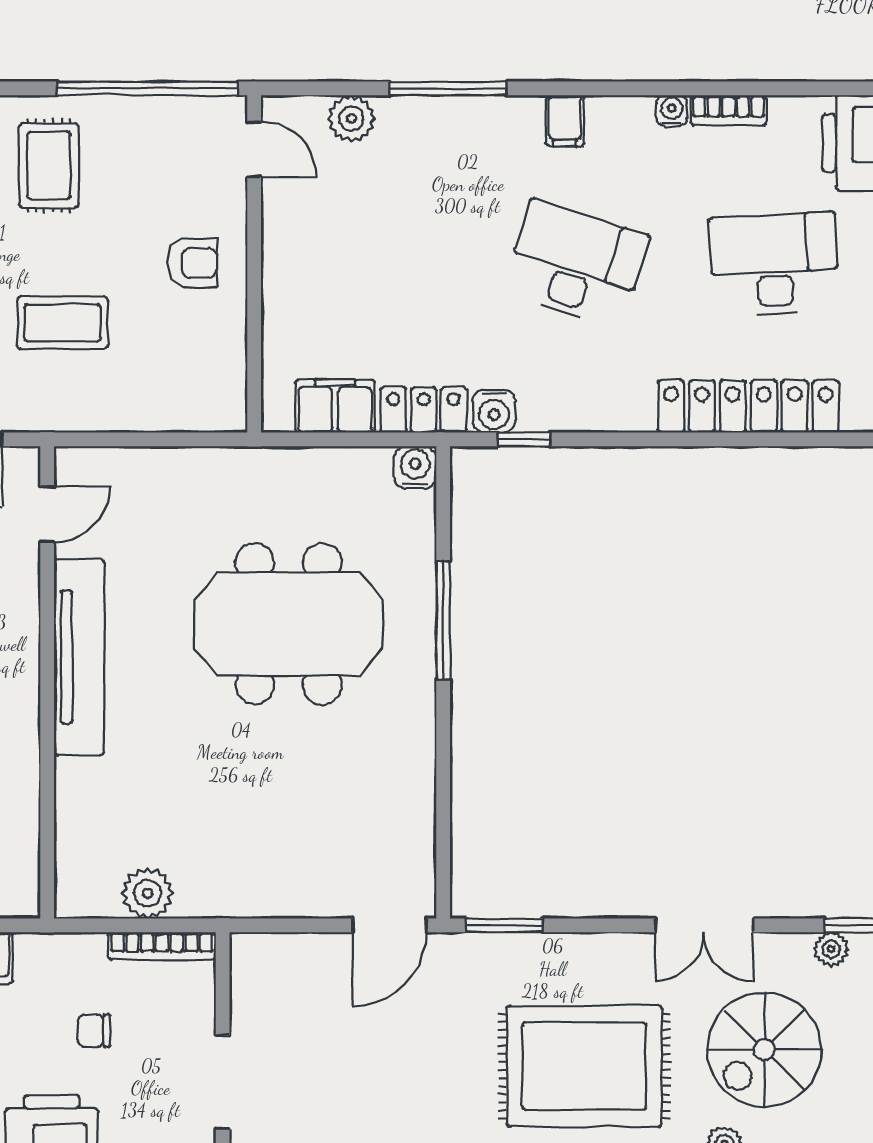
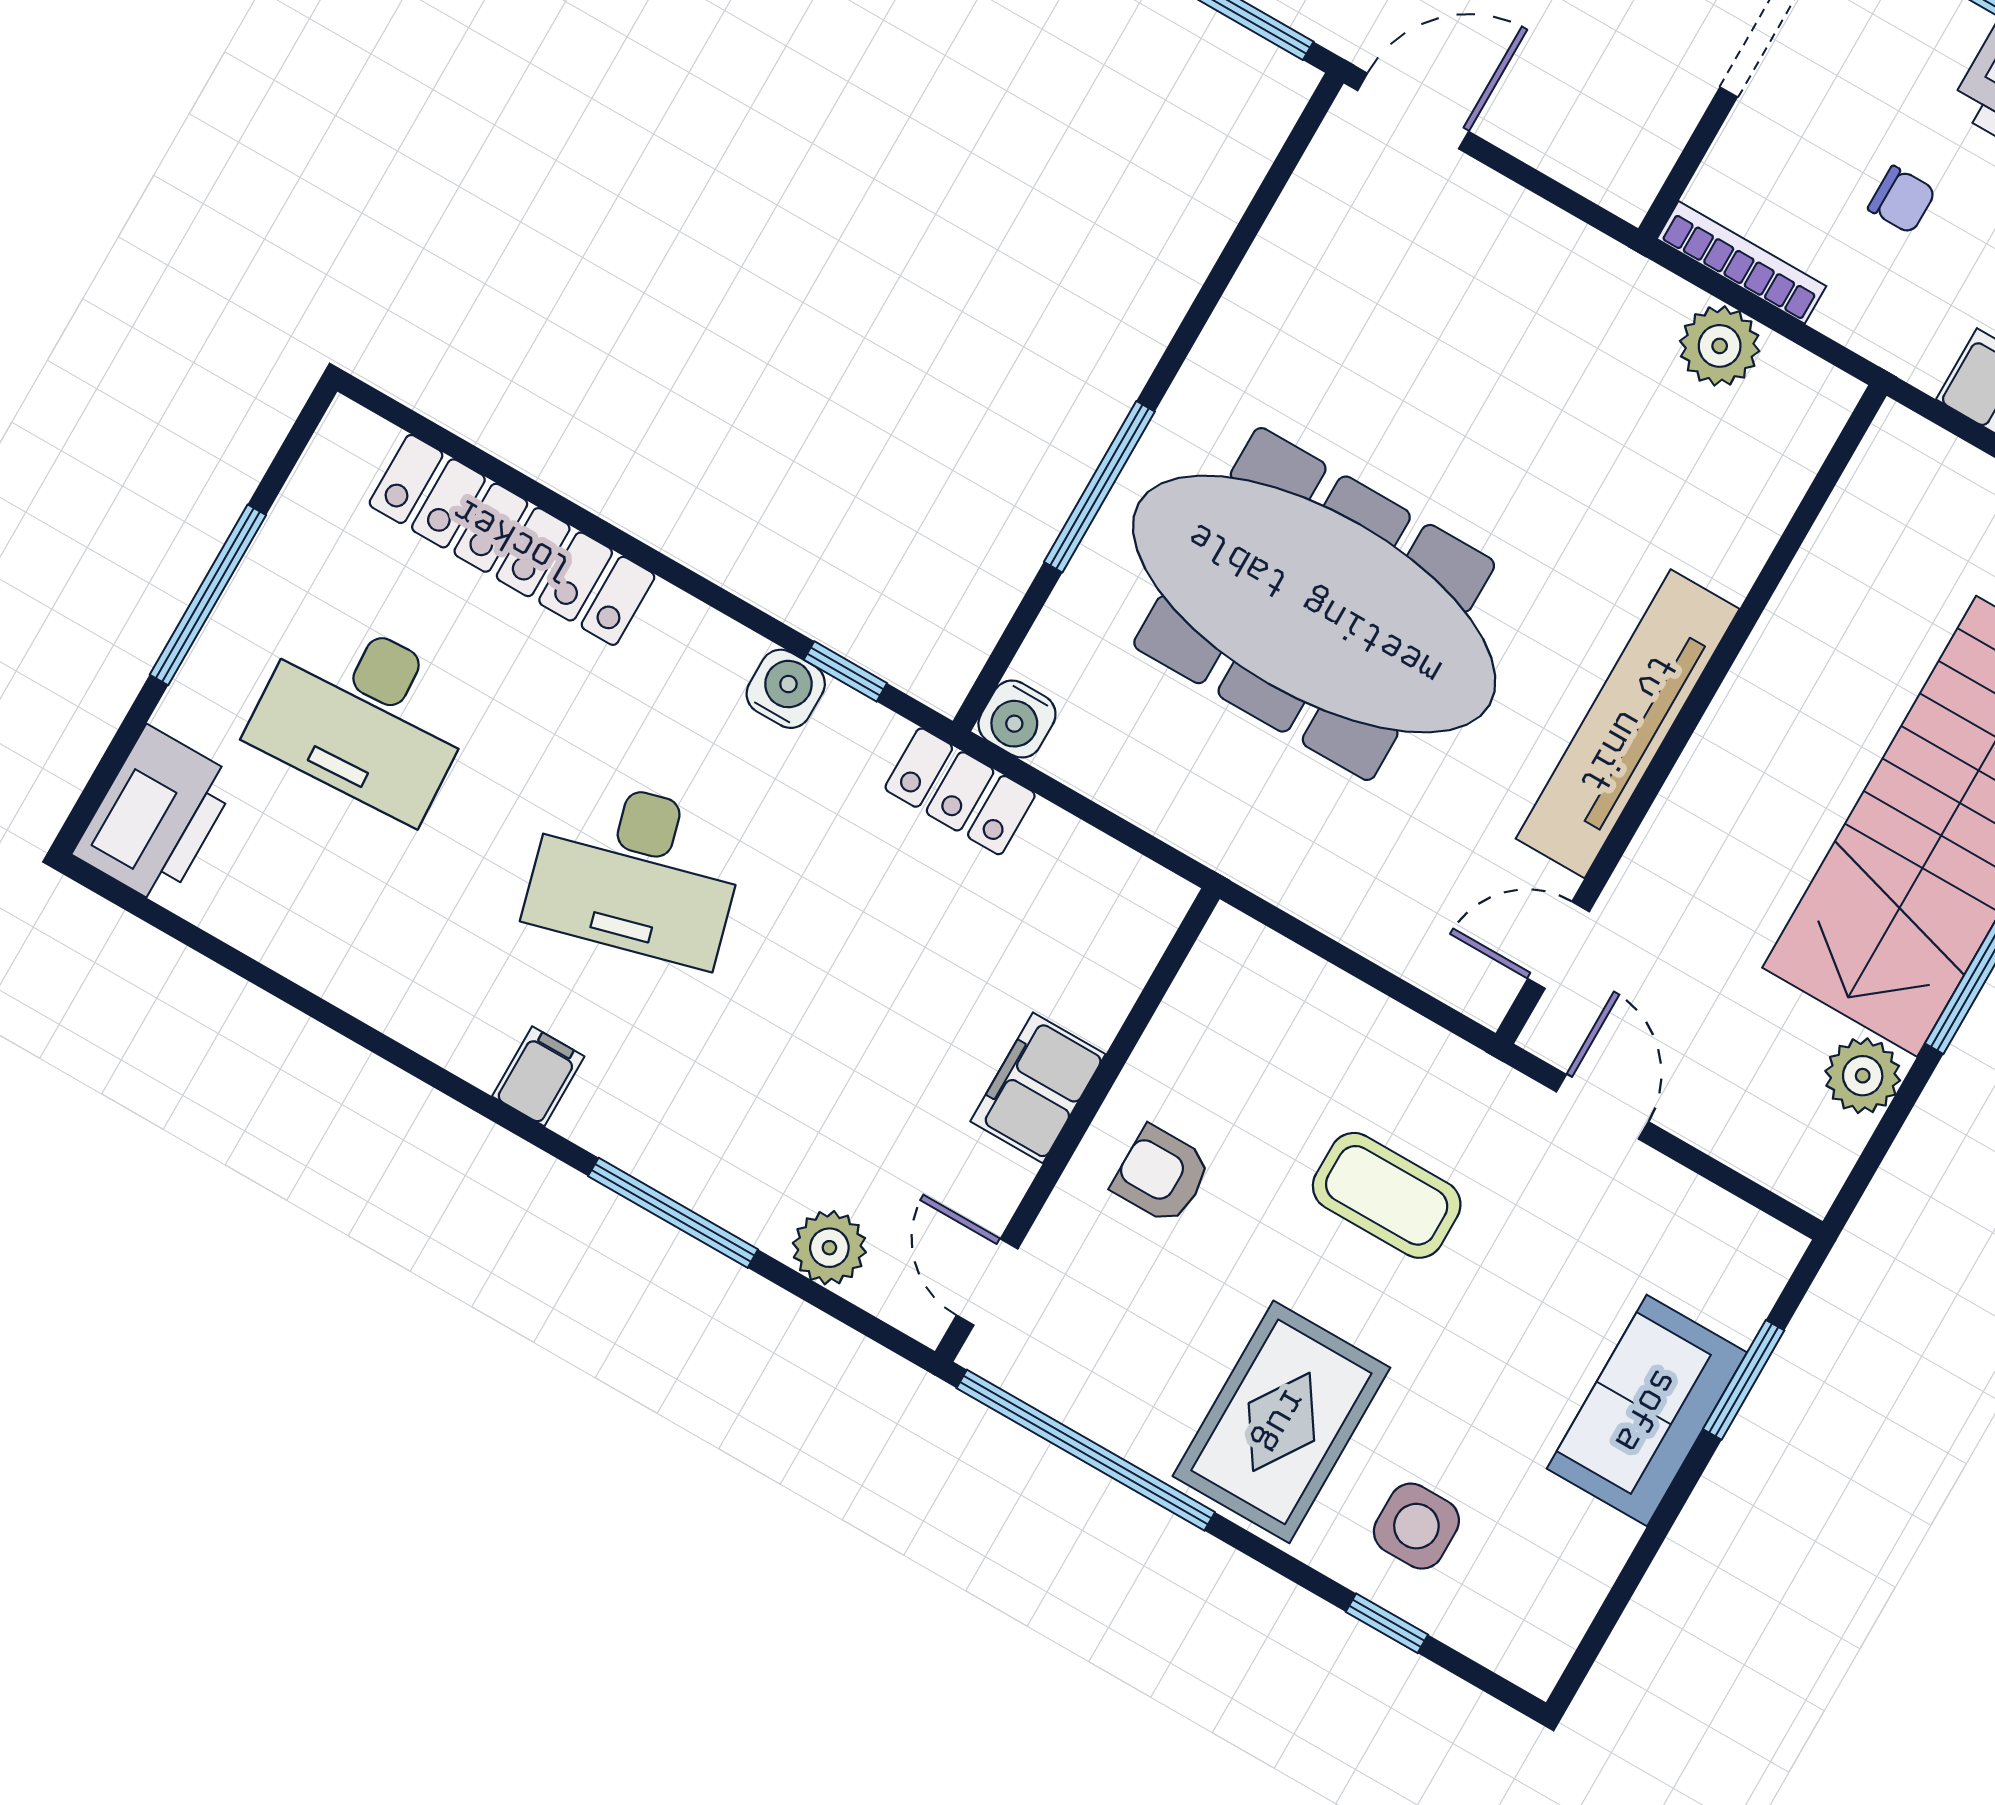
bookcase: (728, 110) -> (306, 962), removed
water cooler: (672, 111) -> (384, 1006), removed
rug: (49, 166) -> (1281, 1422), width x1.36, depth x1.43
desk: (576, 264) -> (636, 871), turned -33
filing cabinet: (335, 406) -> (1038, 1088), moved, turned 90
water cooler: (494, 411) -> (786, 689), moved
meeting table: (289, 624) -> (1314, 604), width x1.36

